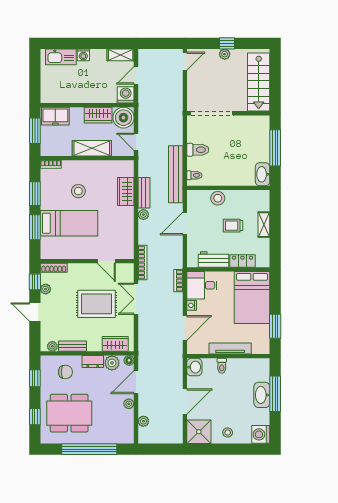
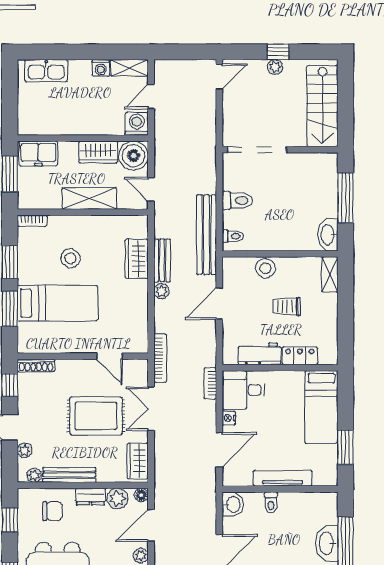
washing machine: (83, 55) -> (101, 68), moved
shelving: (264, 225) -> (330, 274), moved
plant: (46, 289) -> (25, 450), moved
bed: (252, 298) -> (321, 407), width x0.67
wardrobe: (115, 344) -> (138, 461), moved, turned -90
bench: (72, 346) -> (69, 475), width x1.36

